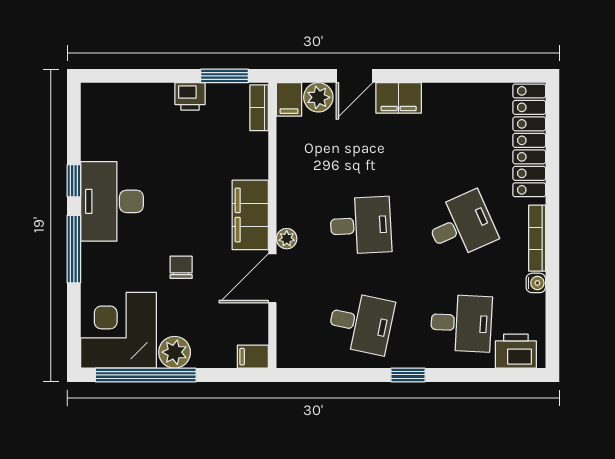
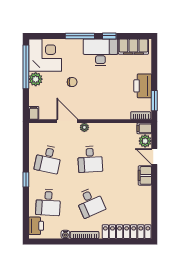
printer: (190, 96) -> (143, 86), width x1.87, depth x1.48
filing cabinet: (250, 215) -> (133, 47), moved, turned 180

